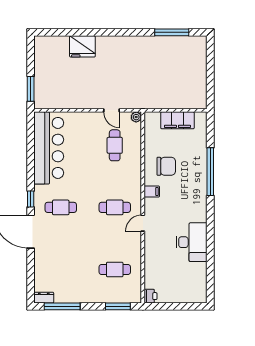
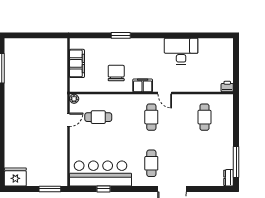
fridge: (82, 46) -> (15, 177), moved, turned -90
window: (210, 172) -> (121, 35), width x0.47
filing cabinet: (152, 191) -> (143, 85), width x2.00
window: (31, 199) -> (103, 189), moved
window: (118, 306) -> (236, 114), removed

